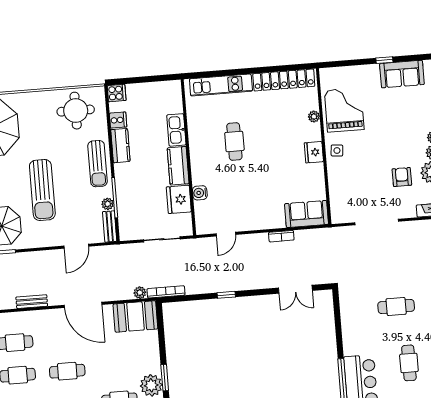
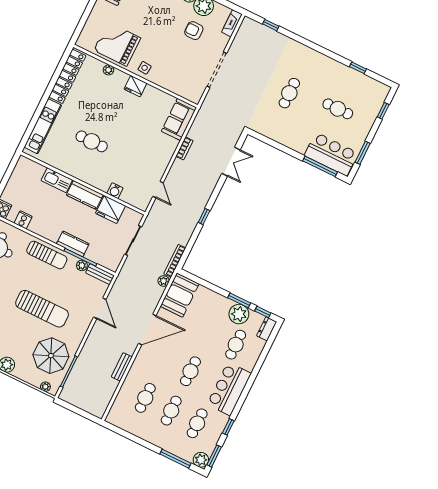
kitchen counter: (120, 146) -> (73, 244), moved

